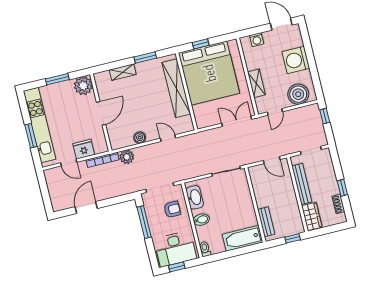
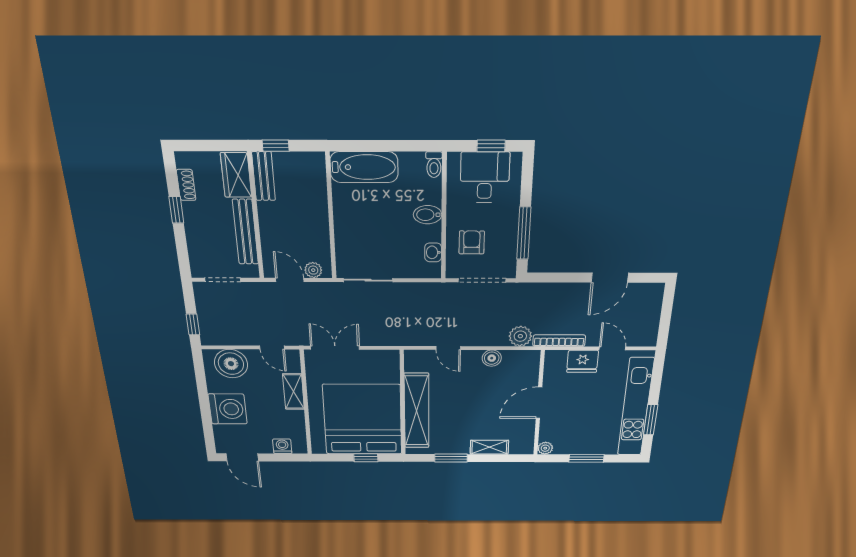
plant: (83, 86) -> (545, 448), width x0.53, depth x0.53
door: (275, 112) -> (272, 348), swing flipped
double door: (237, 121) -> (335, 348), swing flipped
window: (31, 136) -> (651, 420), moved
plant: (259, 170) -> (313, 270), added
washbasin: (195, 197) -> (433, 252), width x0.52, depth x0.69
armchair: (172, 209) -> (472, 242), turned 90
bench: (266, 222) -> (264, 176), moved
desk: (175, 249) -> (485, 177), width x0.73

